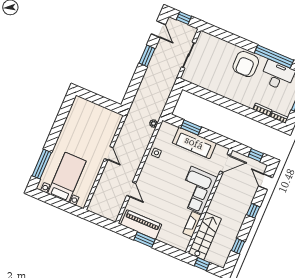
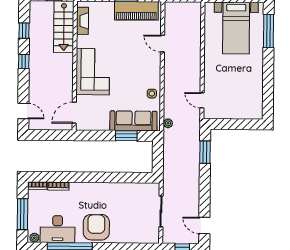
window: (147, 56) -> (205, 152), moved
sofa: (194, 143) -> (133, 121), moved
door: (109, 153) -> (202, 100), moved
window: (256, 155) -> (46, 135), removed
window: (253, 211) -> (24, 61), moved
fireplace: (192, 224) -> (82, 21), moved

